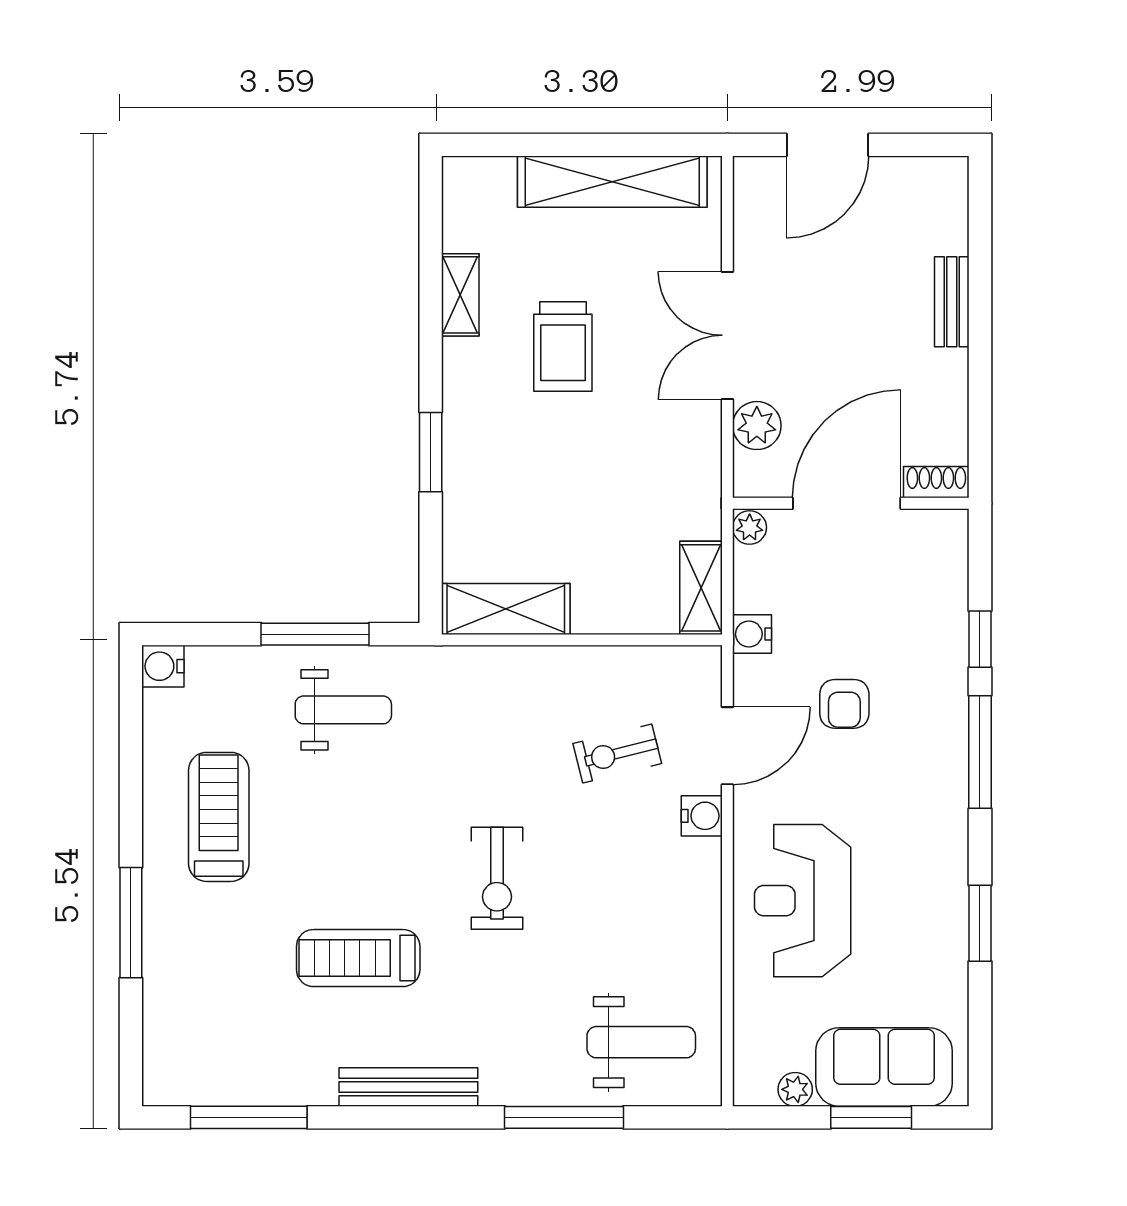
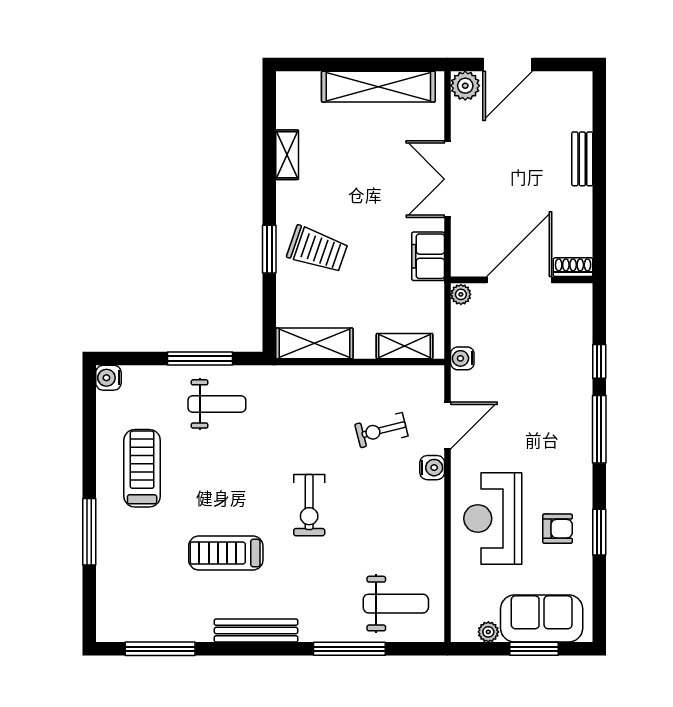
trolley: (563, 347) -> (317, 249), moved, turned -71
plant: (757, 426) -> (465, 86), moved
filing cabinet: (695, 464) -> (428, 256), added
shelving: (701, 588) -> (405, 346), moved, turned 90
armchair: (844, 704) -> (558, 529), moved, turned -90

